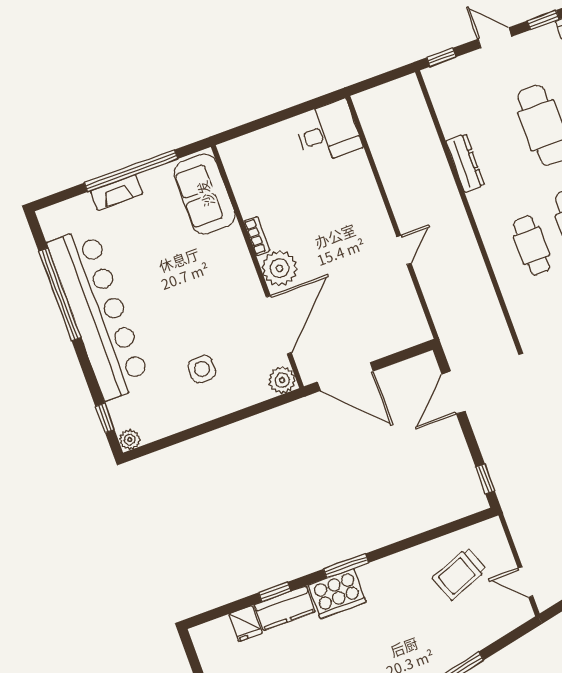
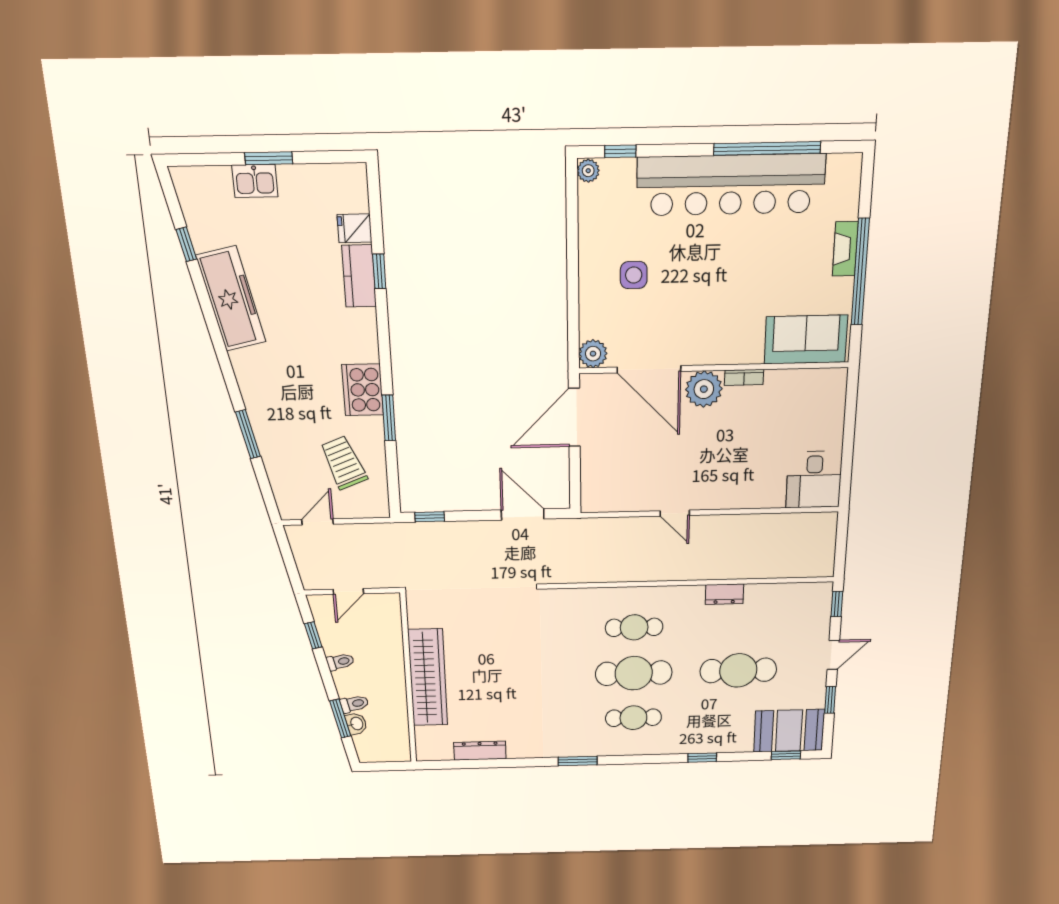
dresser: (465, 163) -> (724, 594), width x0.70
window: (346, 566) -> (389, 418), moved
cooker: (337, 594) -> (363, 390), moved

